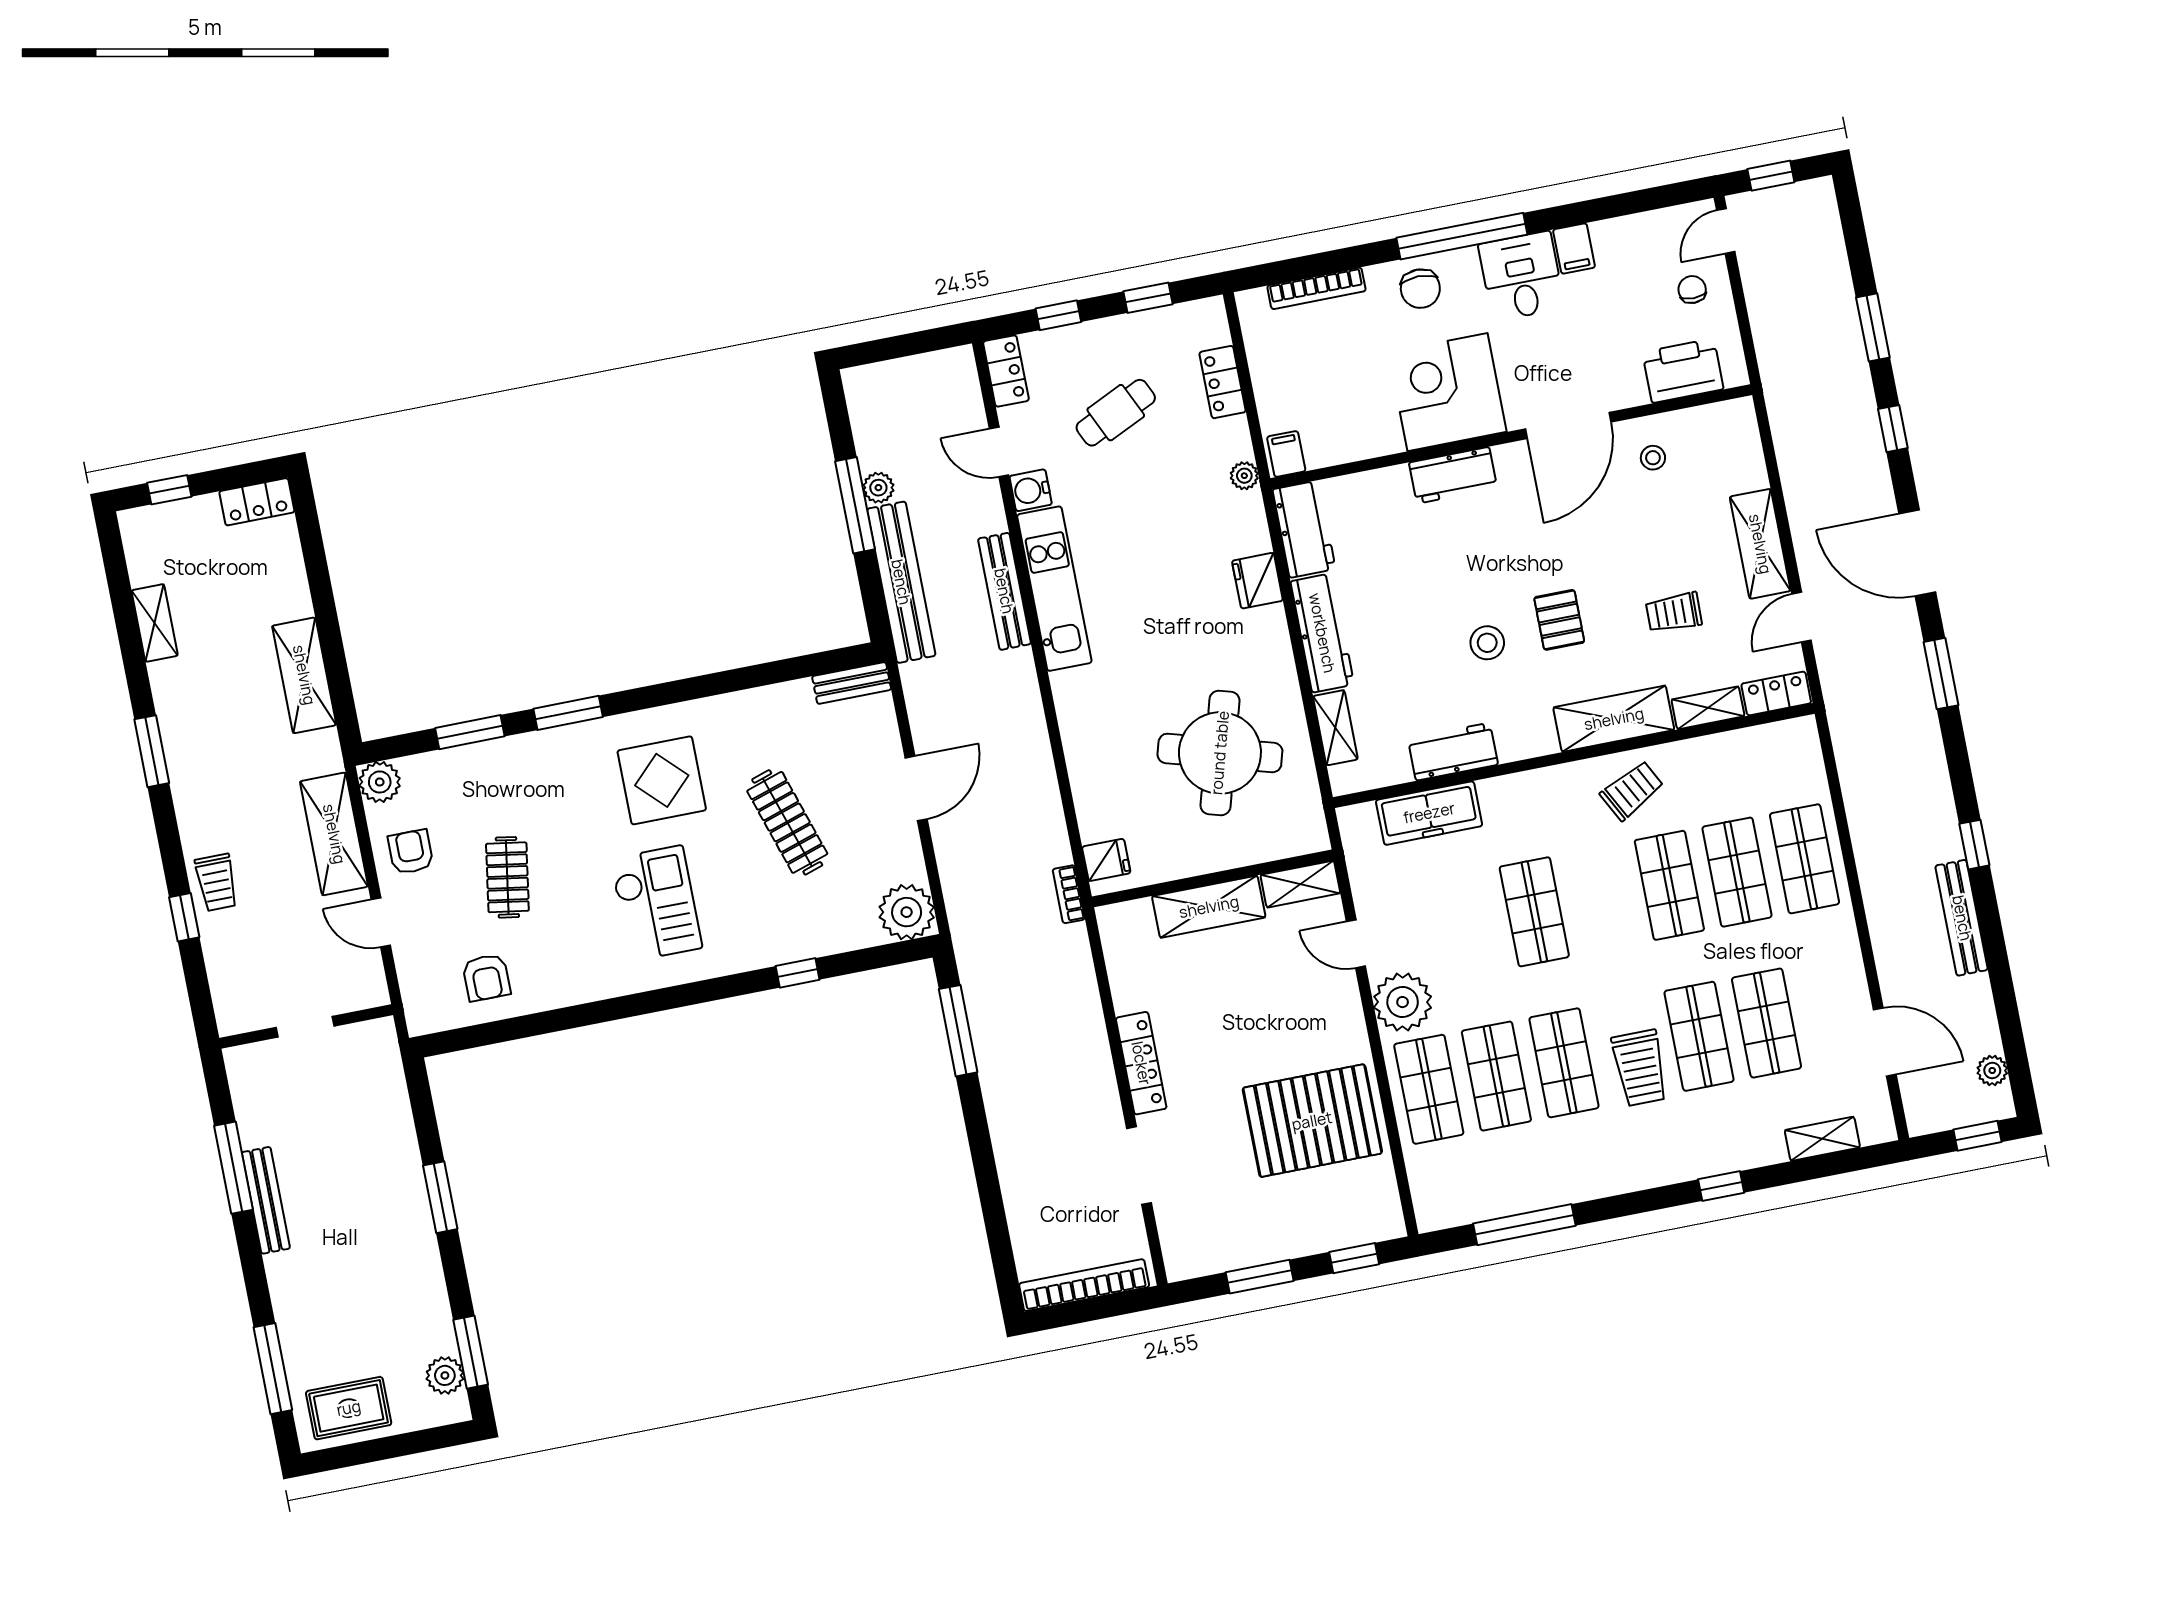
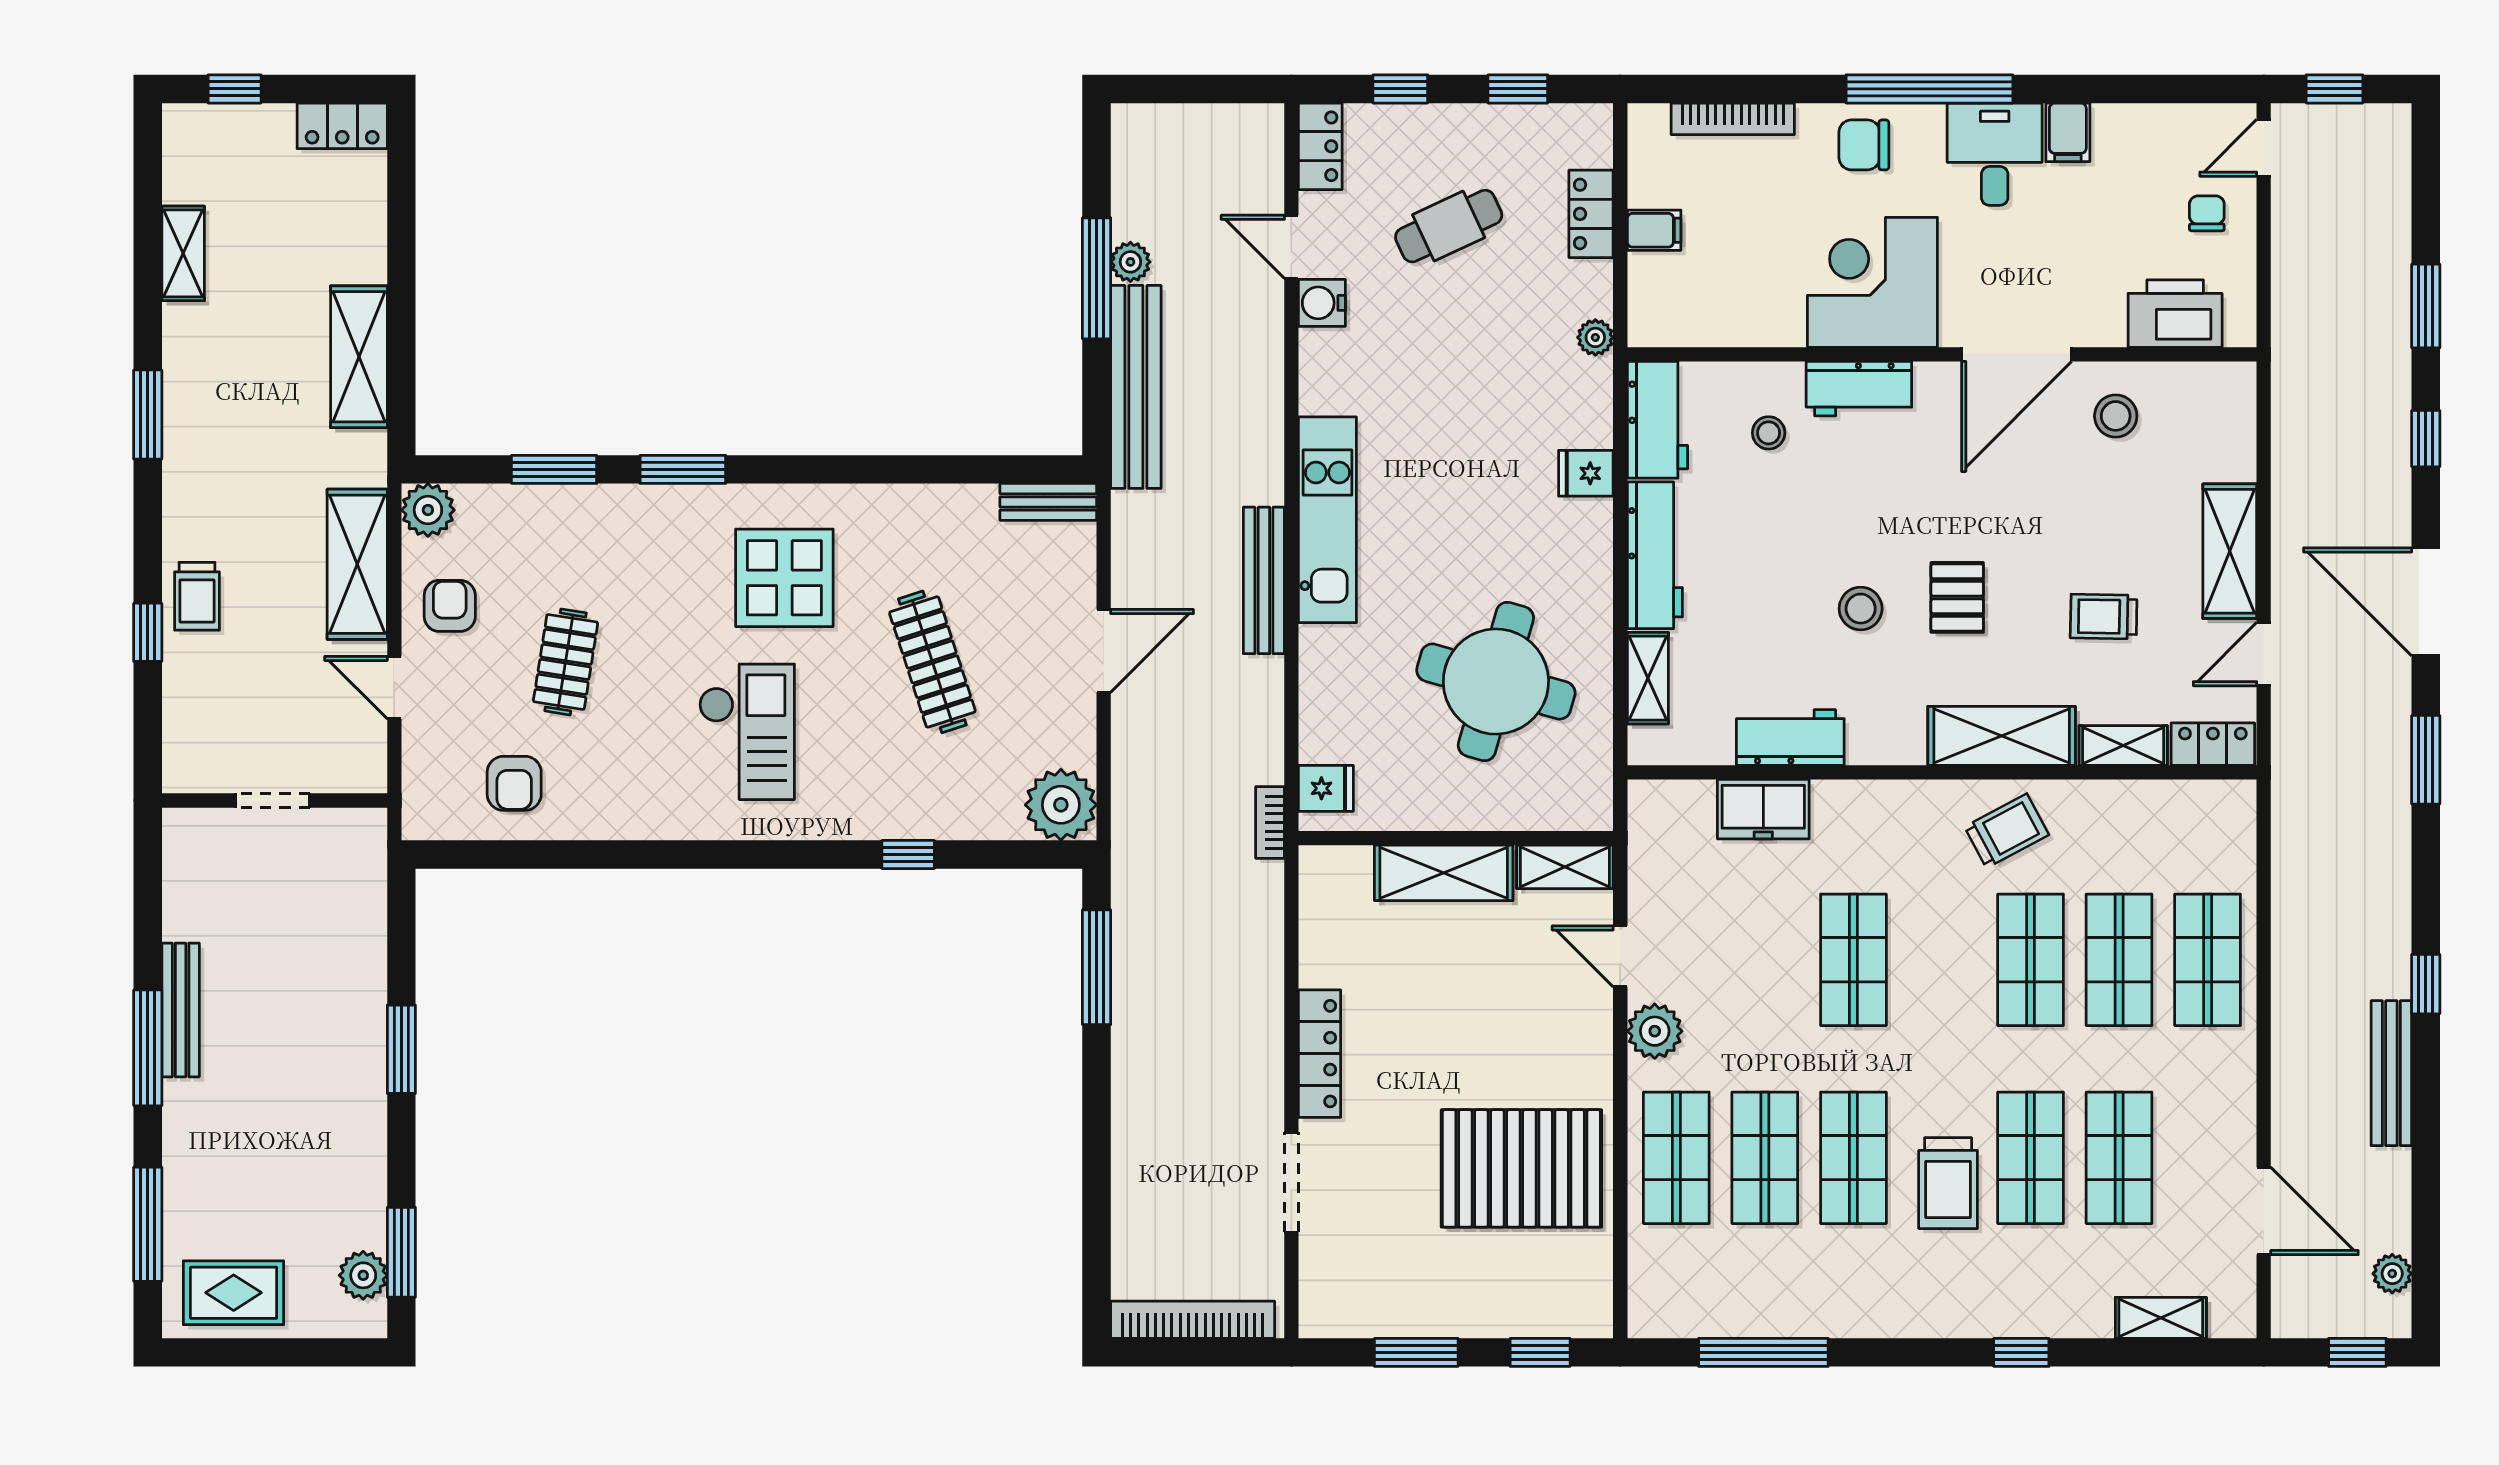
chair: (1420, 289) -> (1864, 145), turned 90
filing cabinet: (1286, 454) -> (1654, 230), moved, turned 90
stool: (1653, 458) -> (2116, 416), width x1.37, depth x1.37
stool: (1391, 523) -> (1769, 433), added
fridge: (1257, 581) -> (1586, 473), width x0.72
kitchen unit: (1054, 589) -> (1327, 520), moved
bench: (1004, 591) -> (1264, 580), moved
freezer: (1429, 813) -> (1763, 809), width x0.71
plant: (1403, 1002) -> (1655, 1031), width x0.73, depth x0.73
window: (233, 1168) -> (148, 1048), moved

